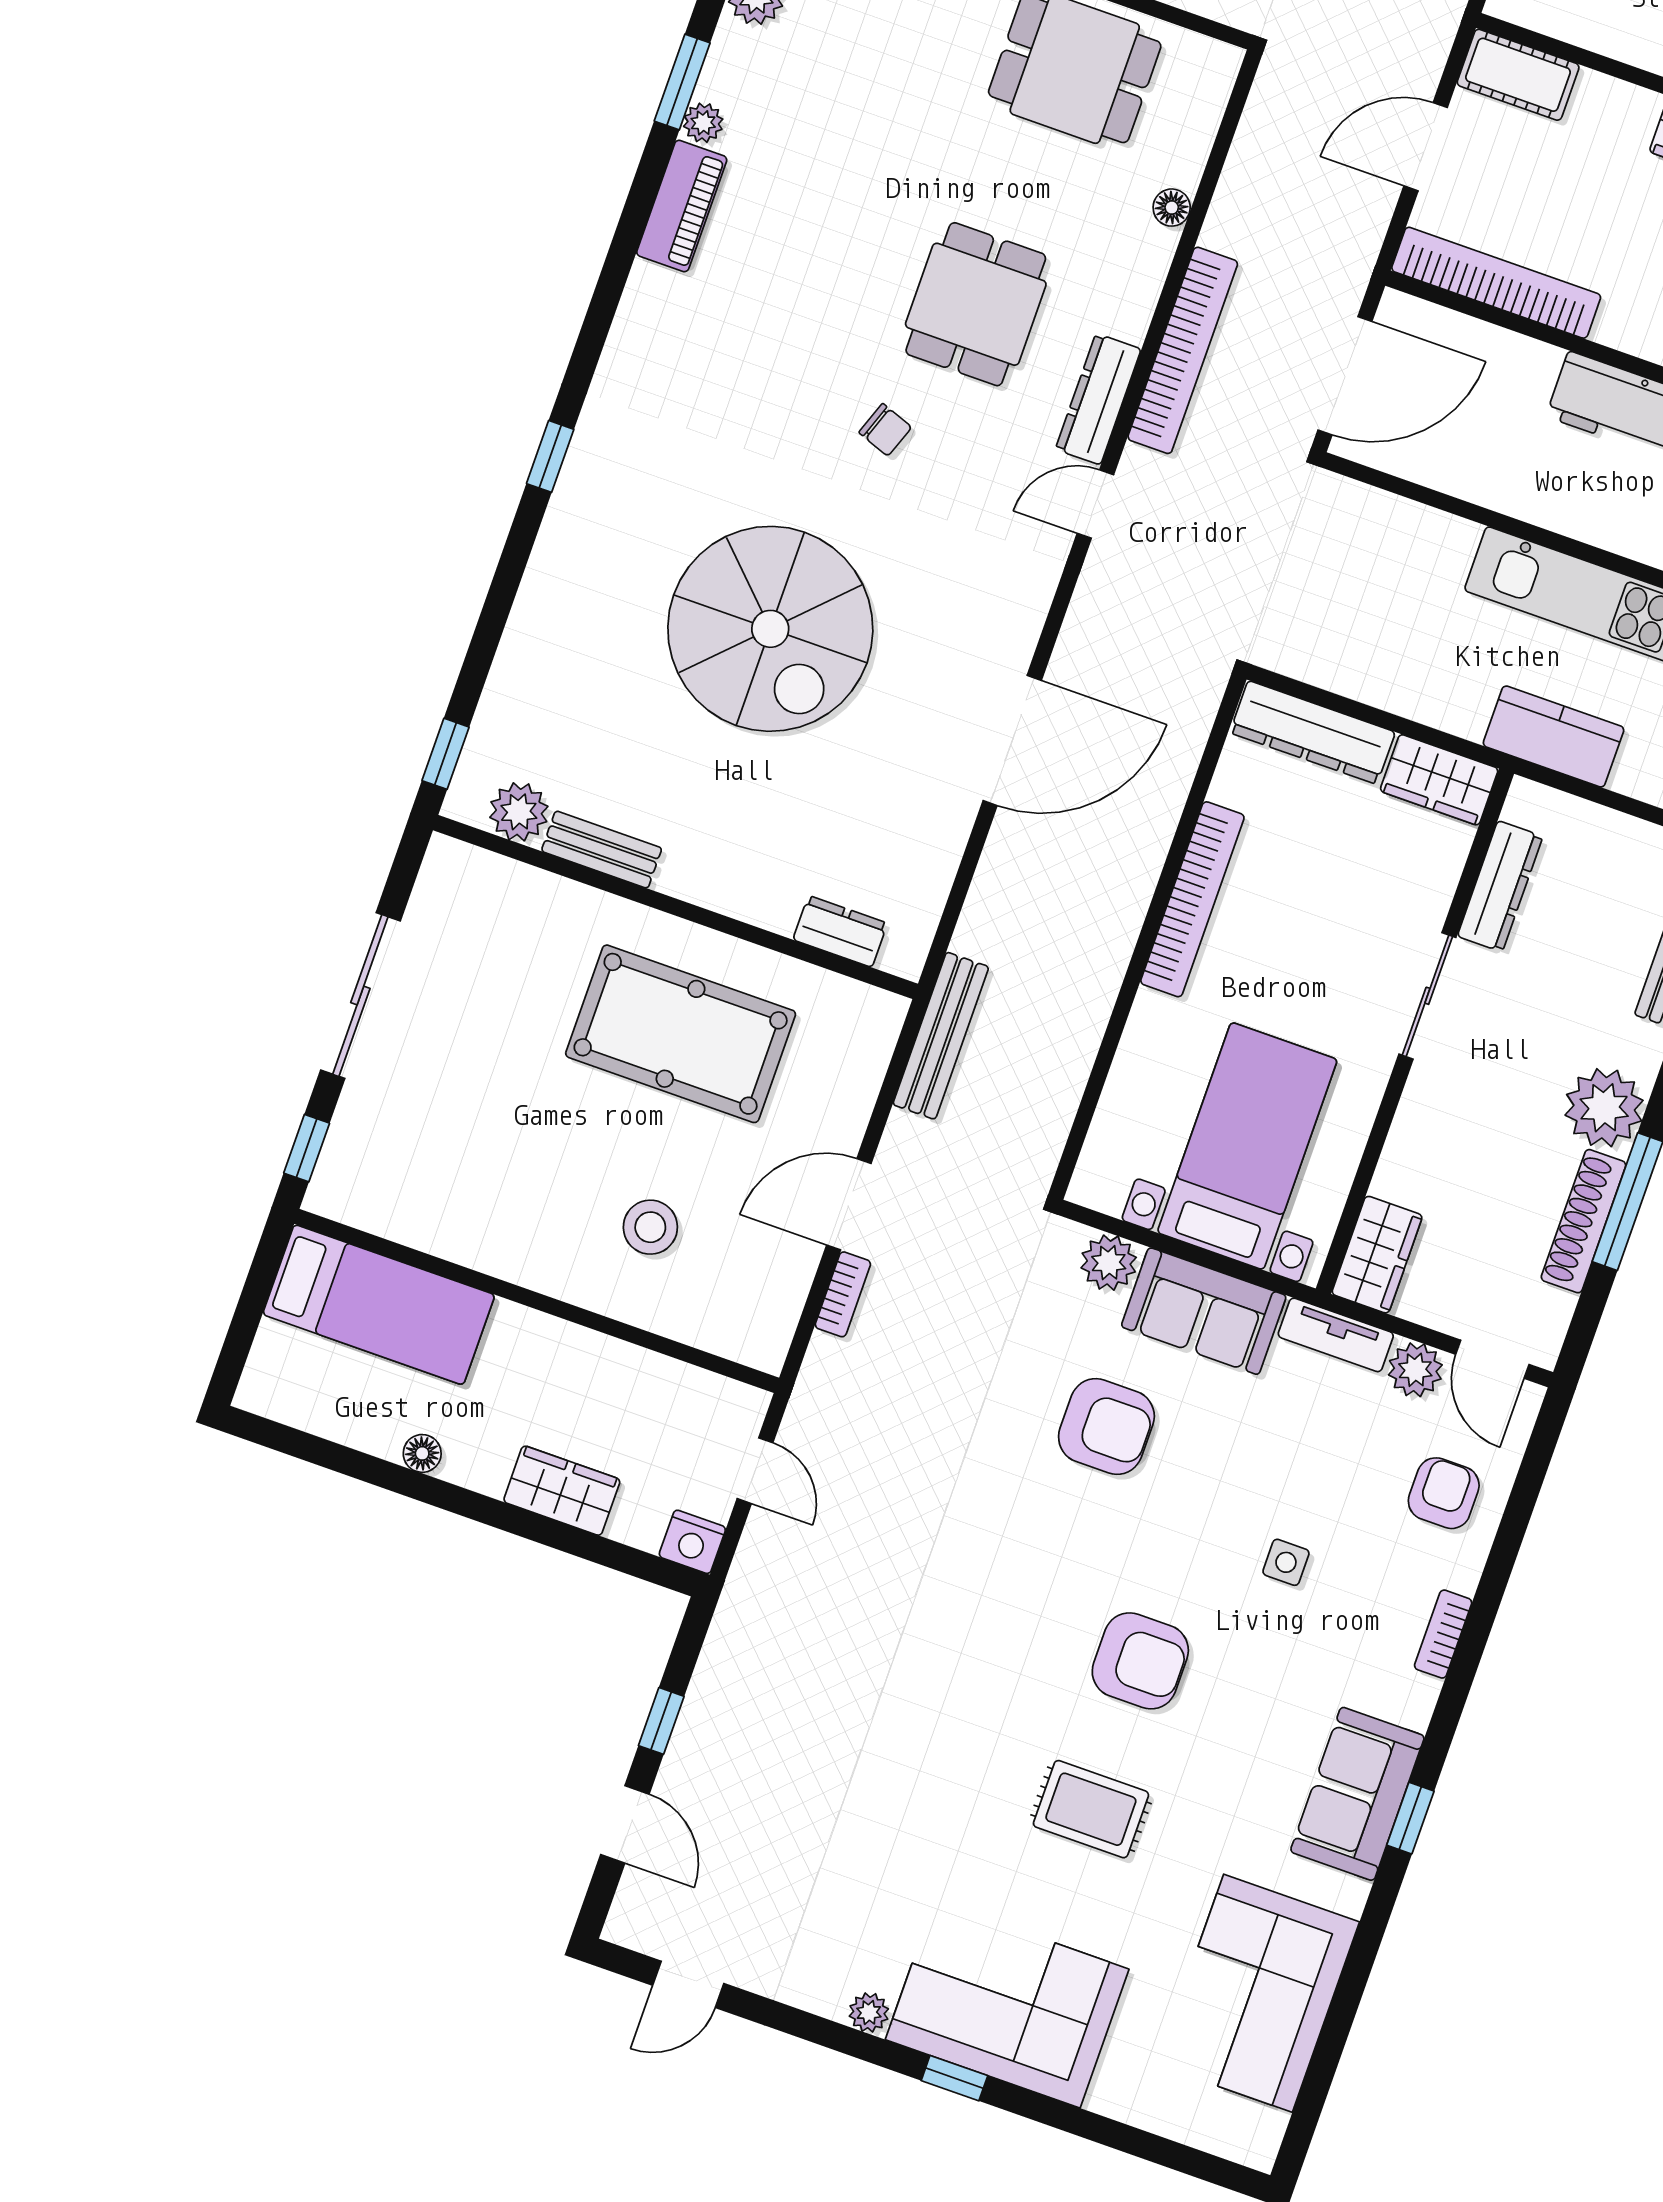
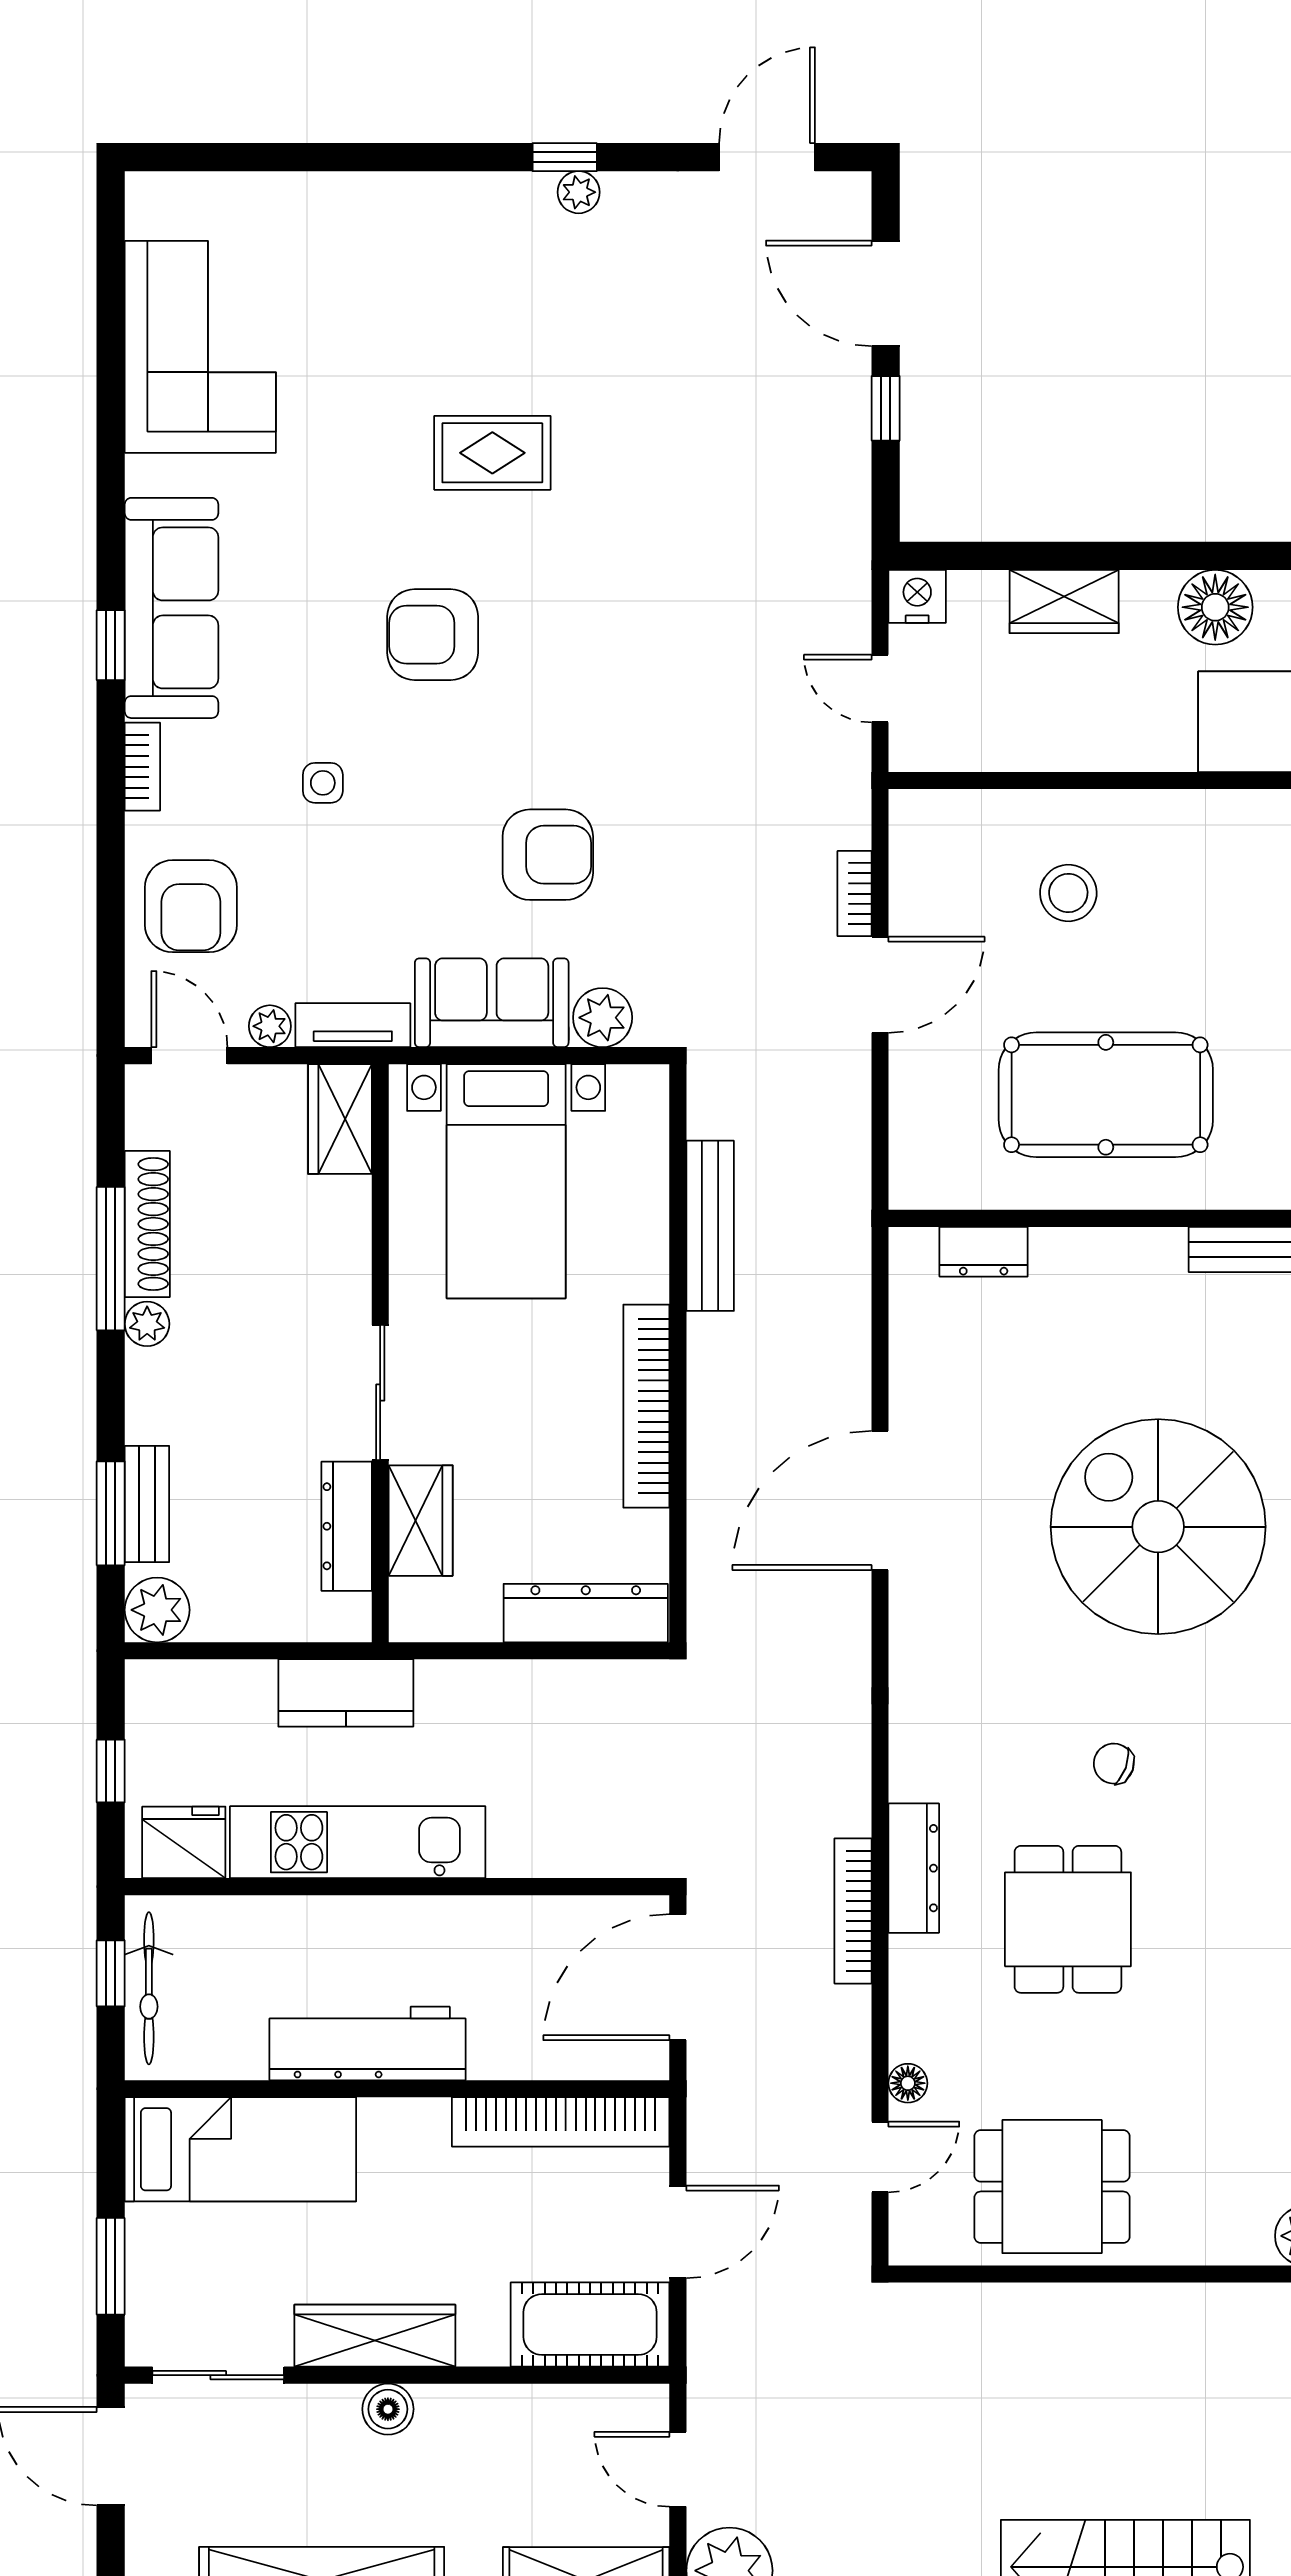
cot: (1518, 75) -> (590, 2325), width x1.37, depth x1.34
bookcase: (1183, 350) -> (853, 1911), width x0.68, depth x0.76
door: (1095, 504) -> (880, 2157), moved
wardrobe: (1439, 780) -> (421, 1521), moved, turned 90
bench: (941, 1036) -> (710, 1226), moved
plant: (1604, 1108) -> (147, 1324), width x0.53, depth x0.53
plant: (1415, 1370) -> (270, 1026), width x0.73, depth x0.73
armchair: (1106, 1426) -> (548, 855), turned 180
floor lamp: (422, 1453) -> (1215, 607), width x1.89, depth x1.89
armchair: (1444, 1493) -> (191, 906), width x1.38, depth x1.38
sofa: (1357, 1794) -> (172, 608), width x1.36
rug: (1091, 1809) -> (492, 453), moved
window: (1410, 1818) -> (111, 645), moved
door: (625, 1824) -> (886, 293), width x1.38
door: (688, 1984) -> (767, 157), width x1.38
corner sofa: (1007, 2004) -> (445, 249), removed
window: (954, 2078) -> (565, 157), moved

